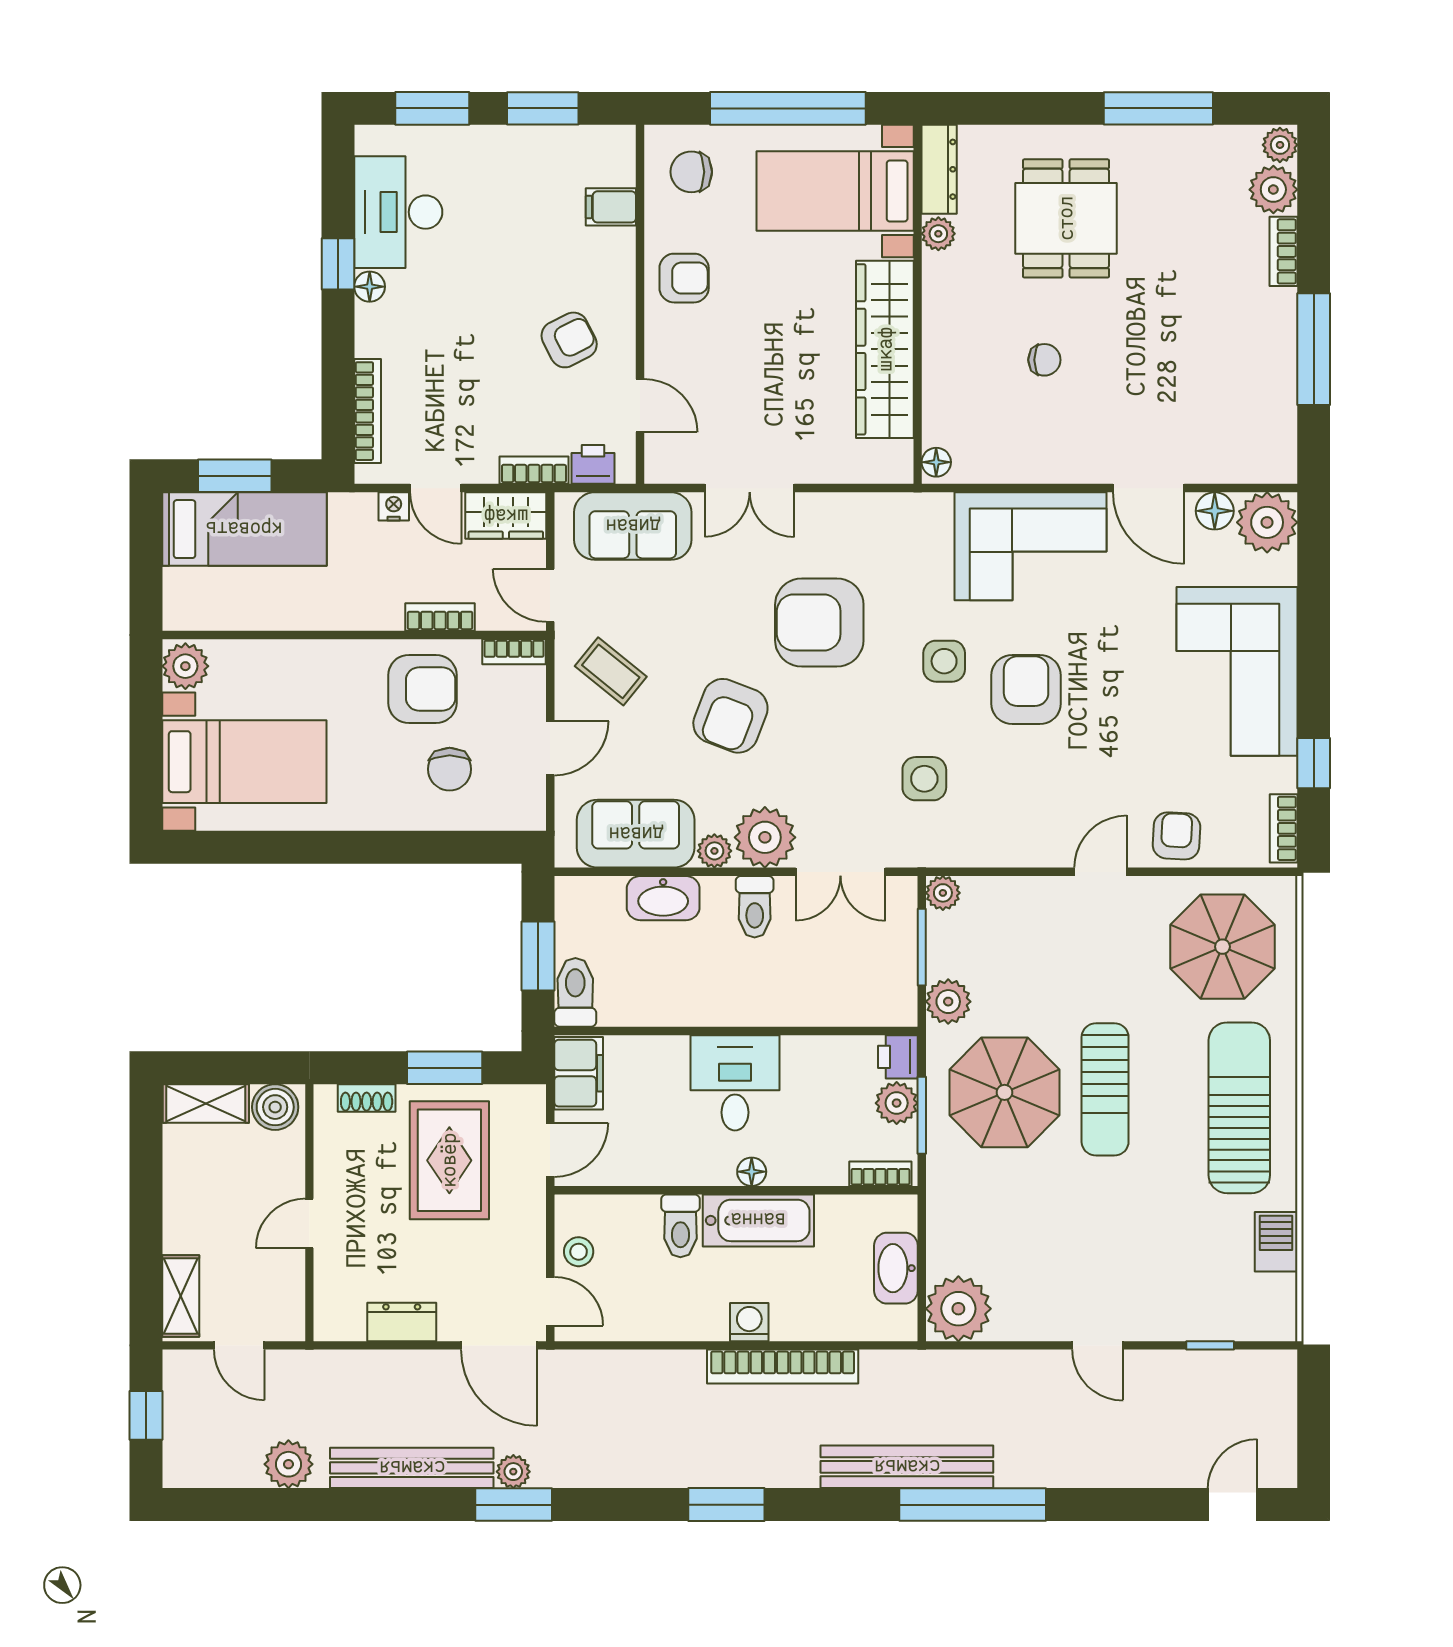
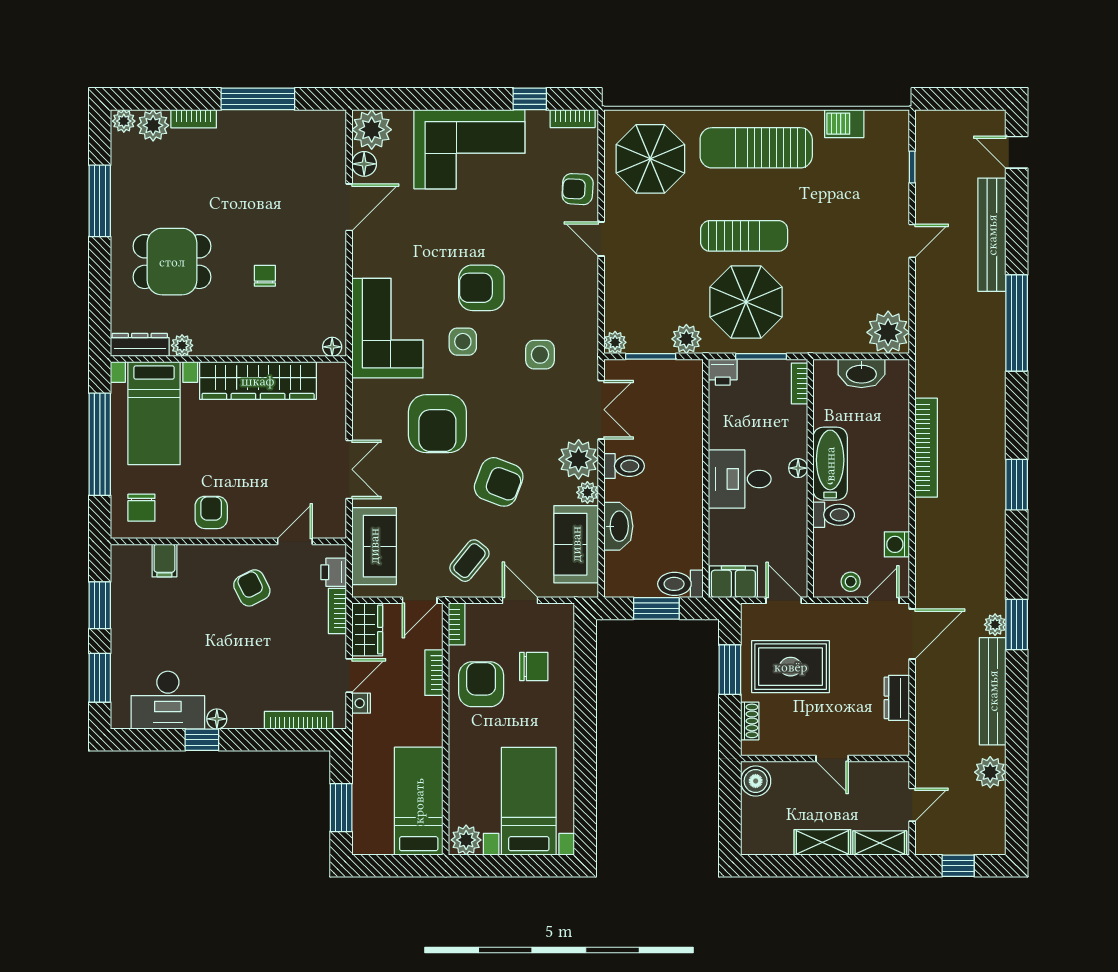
bed: (244, 529) -> (419, 801), moved
corner sofa: (1030, 546) -> (387, 328), moved
shelving: (206, 1103) -> (822, 842), moved, turned 90
plant: (897, 1103) -> (753, 373), removed
washing machine: (749, 1322) -> (897, 544), moved
bench: (907, 1467) -> (992, 235), moved

